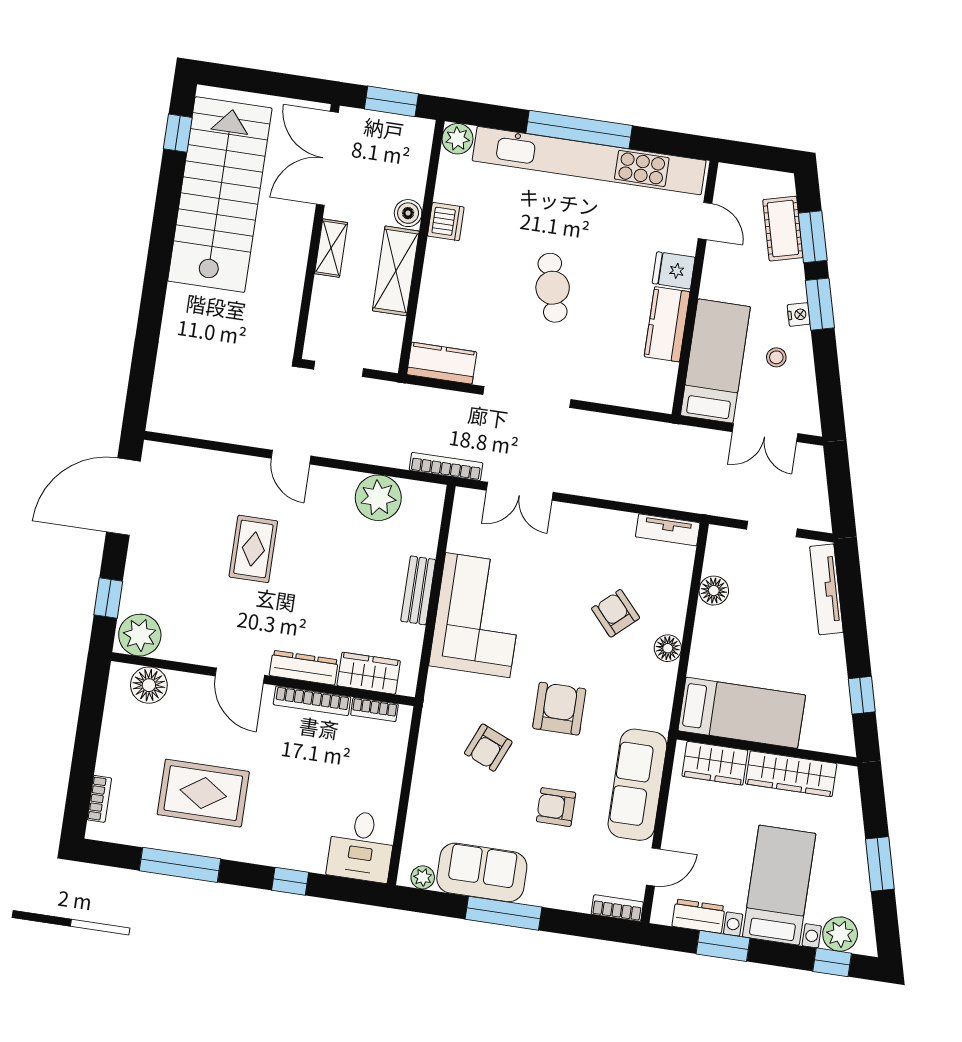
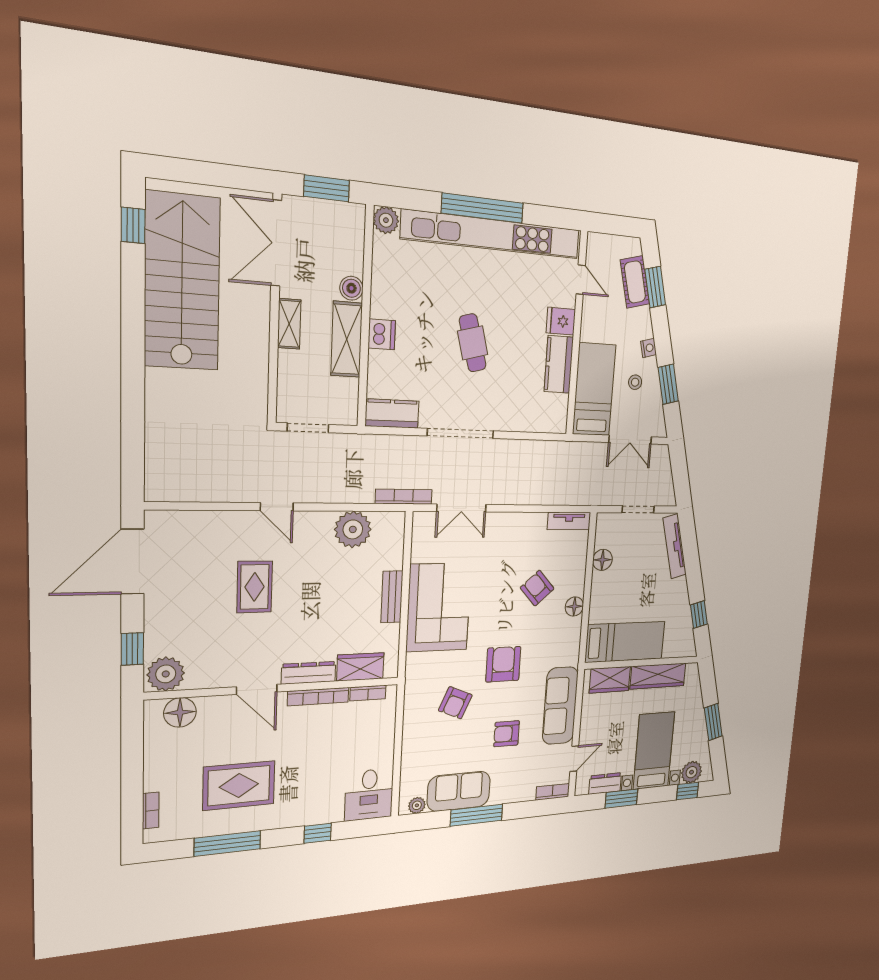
dishwasher: (446, 222) -> (382, 334), moved
window: (820, 304) -> (668, 384), moved

